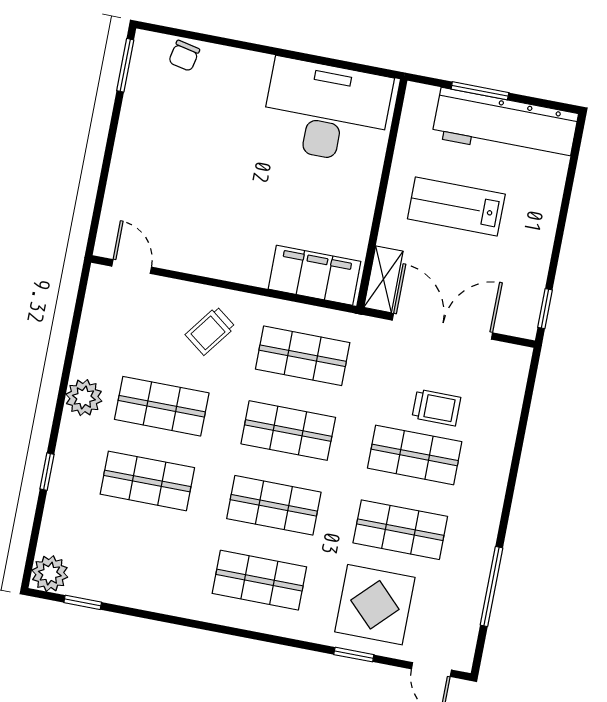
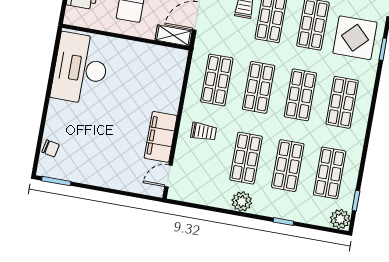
filing cabinet: (314, 275) -> (161, 137), moved
trolley: (210, 331) -> (204, 132), turned -37
shop shelf: (133, 556) -> (330, 173), added

